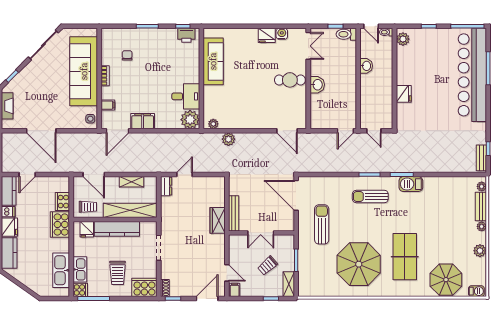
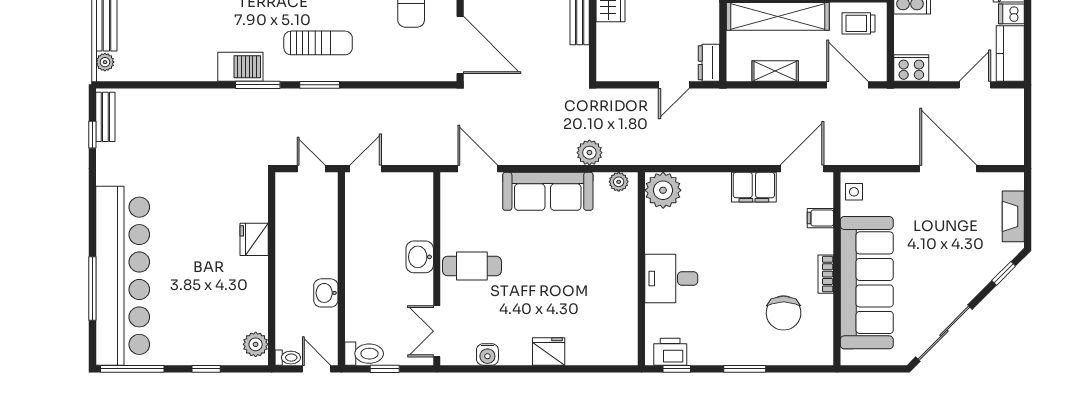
fridge: (267, 35) -> (549, 351), moved
chair: (127, 55) -> (784, 313), width x1.87, depth x1.87
sofa: (213, 61) -> (548, 191), moved, turned -90
desk: (186, 96) -> (671, 279), moved
cooker: (62, 202) -> (911, 68), moved, turned -90

